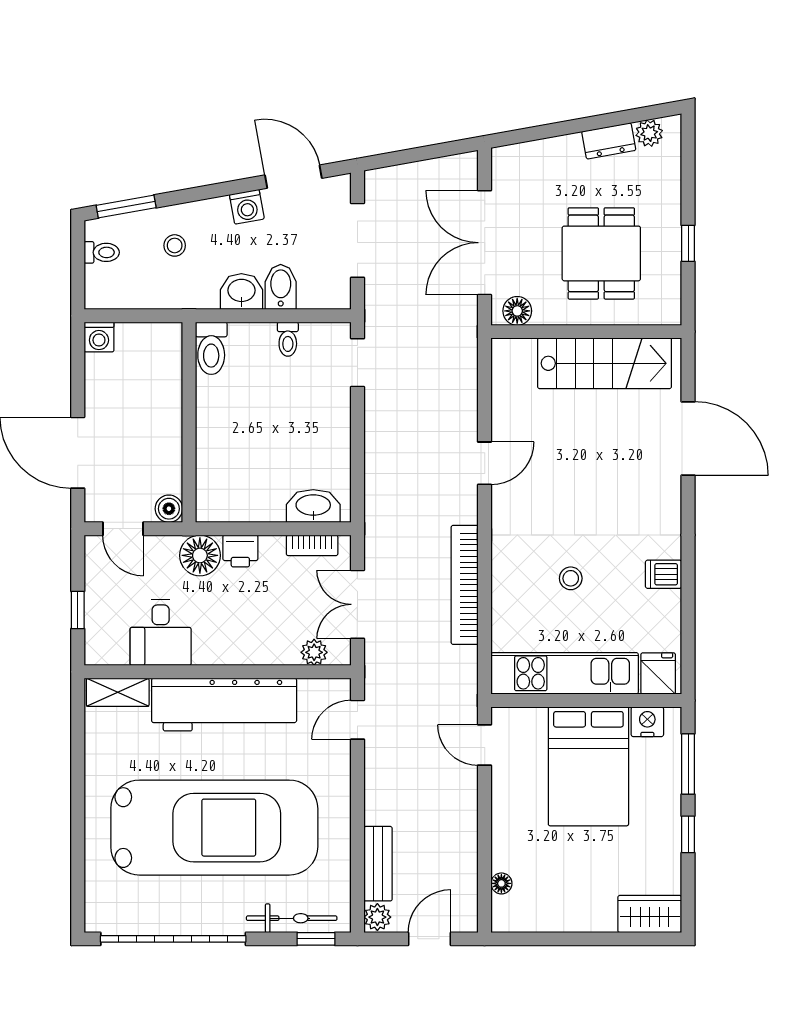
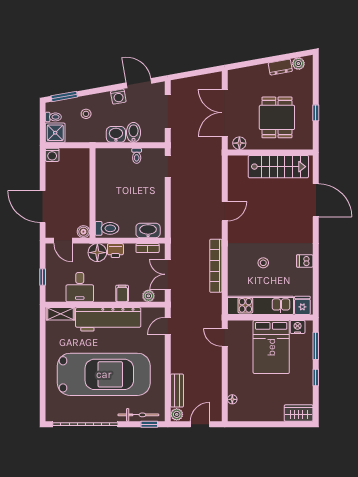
shower: (106, 288) -> (55, 133), added
toilet: (211, 348) -> (107, 228), moved, turned -90
filing cabinet: (255, 647) -> (122, 293), added

